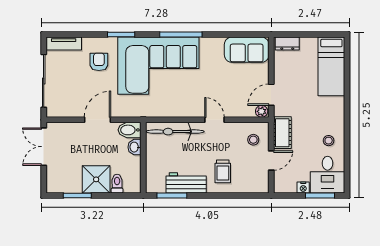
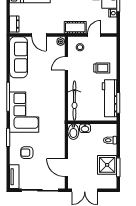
sofa: (247, 50) -> (19, 57), width x1.36
corner sofa: (158, 66) -> (24, 112), width x0.73, depth x0.74
door: (271, 95) -> (39, 35), moved
door: (98, 120) -> (66, 168), moved
door: (214, 120) -> (66, 63), moved
door: (271, 161) -> (94, 35), hinge flipped
shower: (96, 179) -> (107, 165), moved
workbench: (186, 183) -> (110, 98), width x1.38

